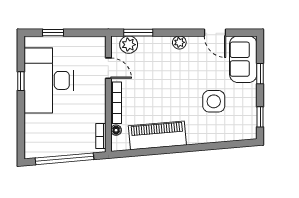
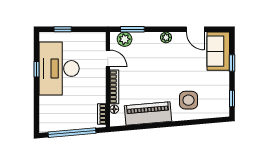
side table: (214, 101) -> (188, 100), moved

